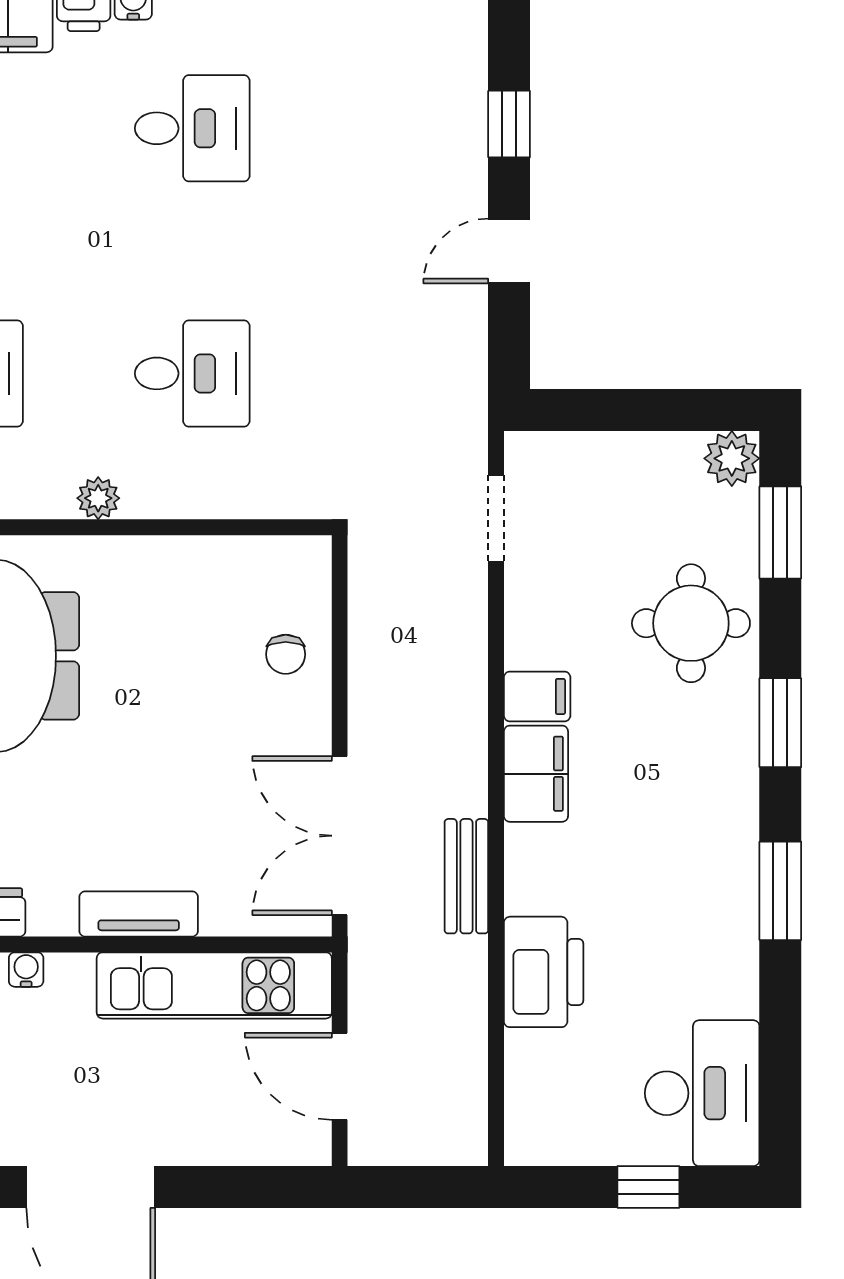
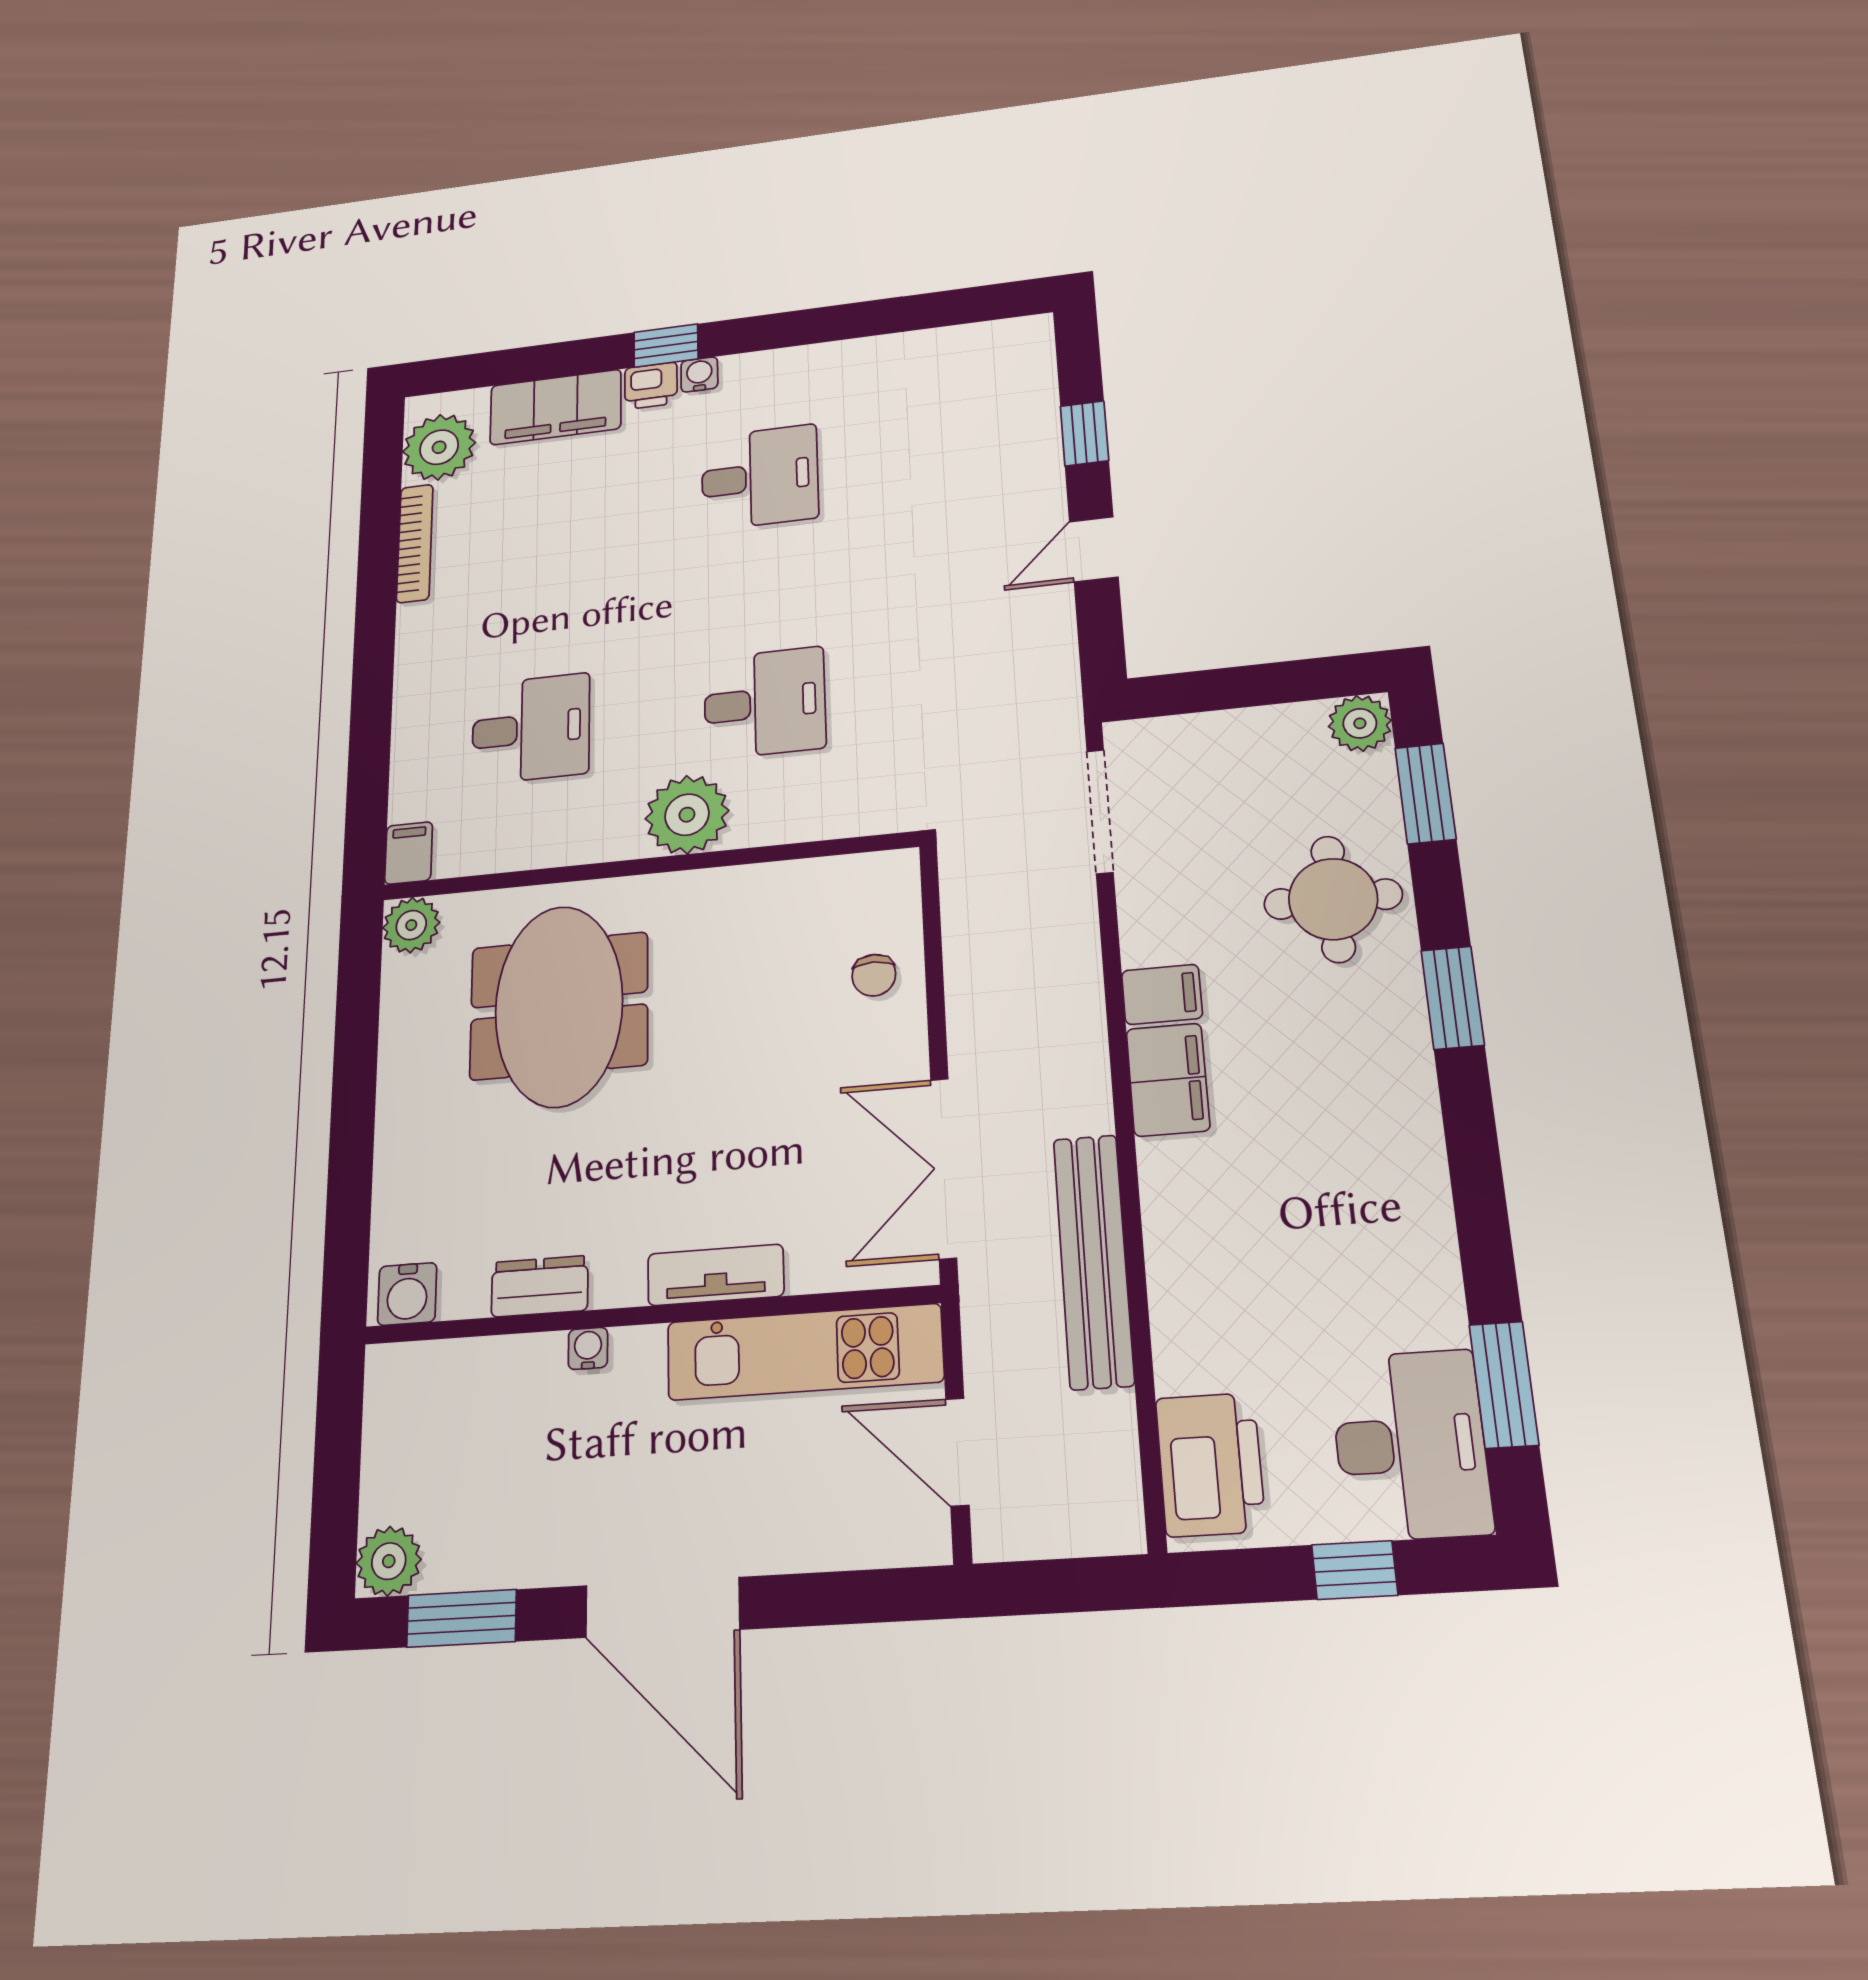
plant: (98, 498) -> (687, 815), width x1.87, depth x1.87
doorway: (496, 518) -> (1100, 811), width x1.38
bench: (466, 876) -> (1093, 1261), width x1.86, depth x1.21
window: (780, 891) -> (1504, 1385), moved
printer: (544, 972) -> (1210, 1464), moved

